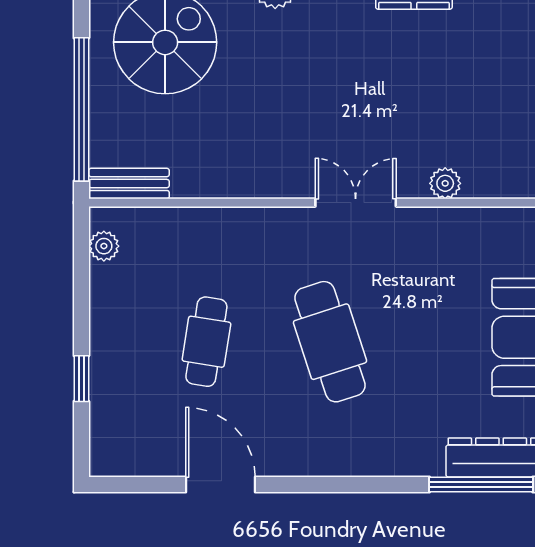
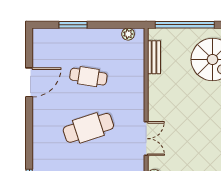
bench: (129, 184) -> (154, 57), moved
window: (81, 379) -> (73, 25), width x1.50

